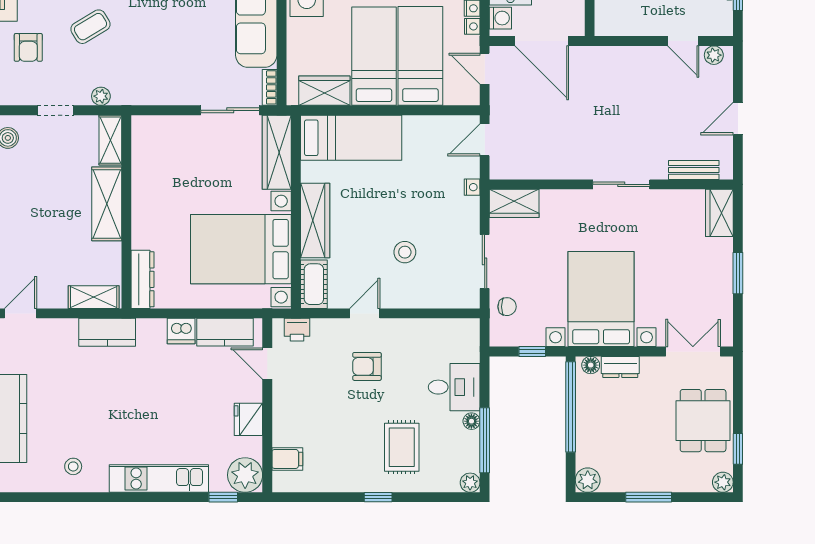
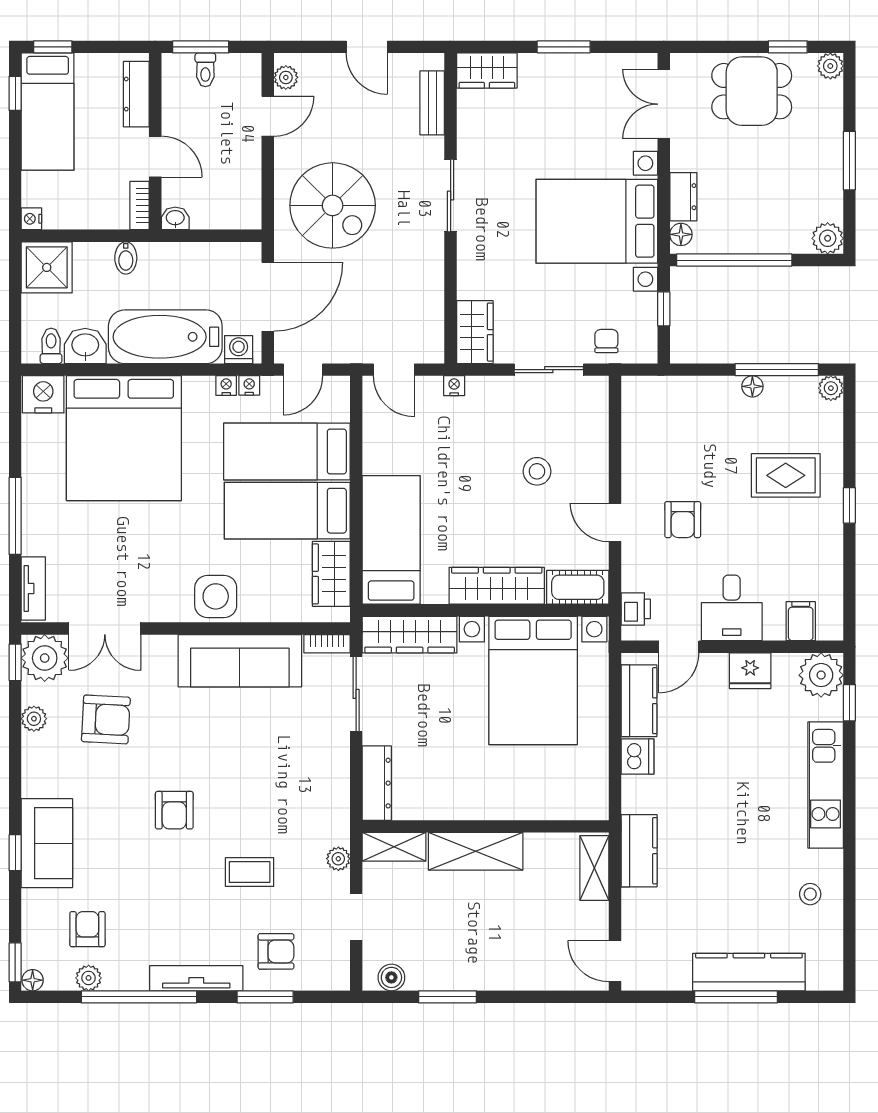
coffee table: (90, 27) -> (250, 872), turned -59
spiral stairs: (613, 92) -> (333, 205), added
dresser: (143, 279) -> (377, 783), moved, turned 90
desk: (454, 387) -> (732, 608), moved, turned 180

